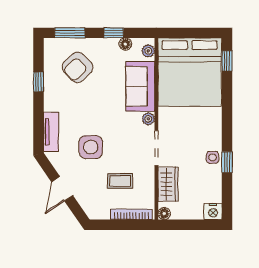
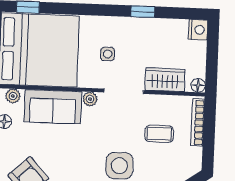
side table: (213, 157) -> (108, 54), moved
coffee table: (120, 181) -> (159, 134), turned 90

